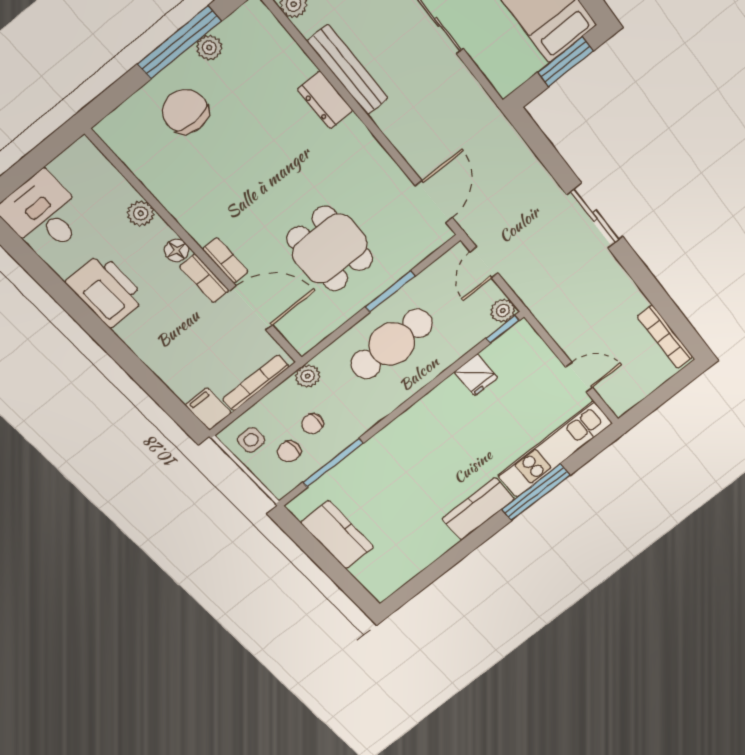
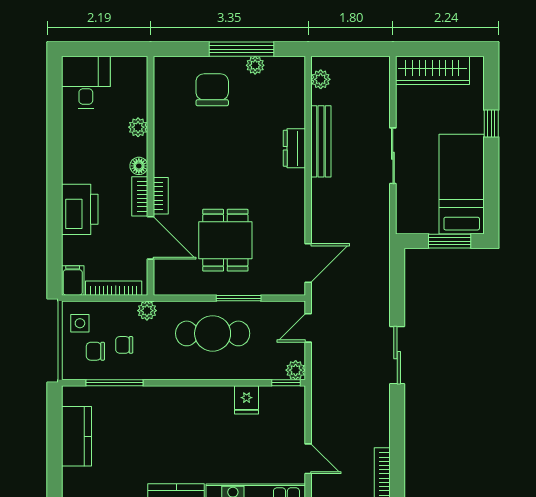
printer: (106, 290) -> (80, 209), moved

